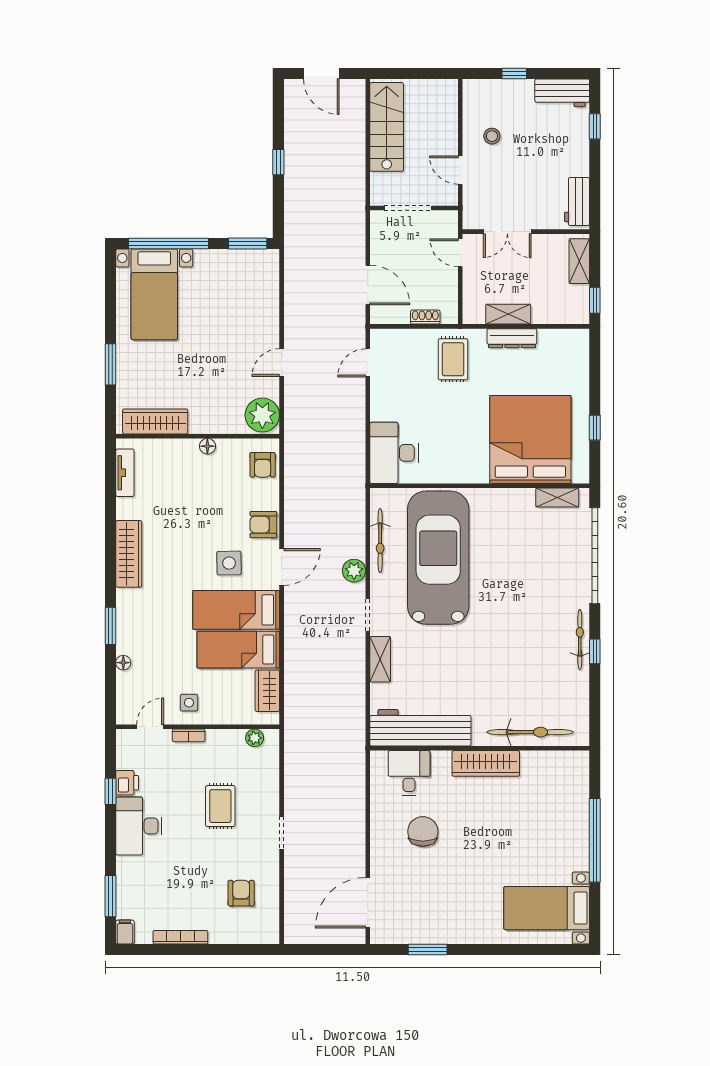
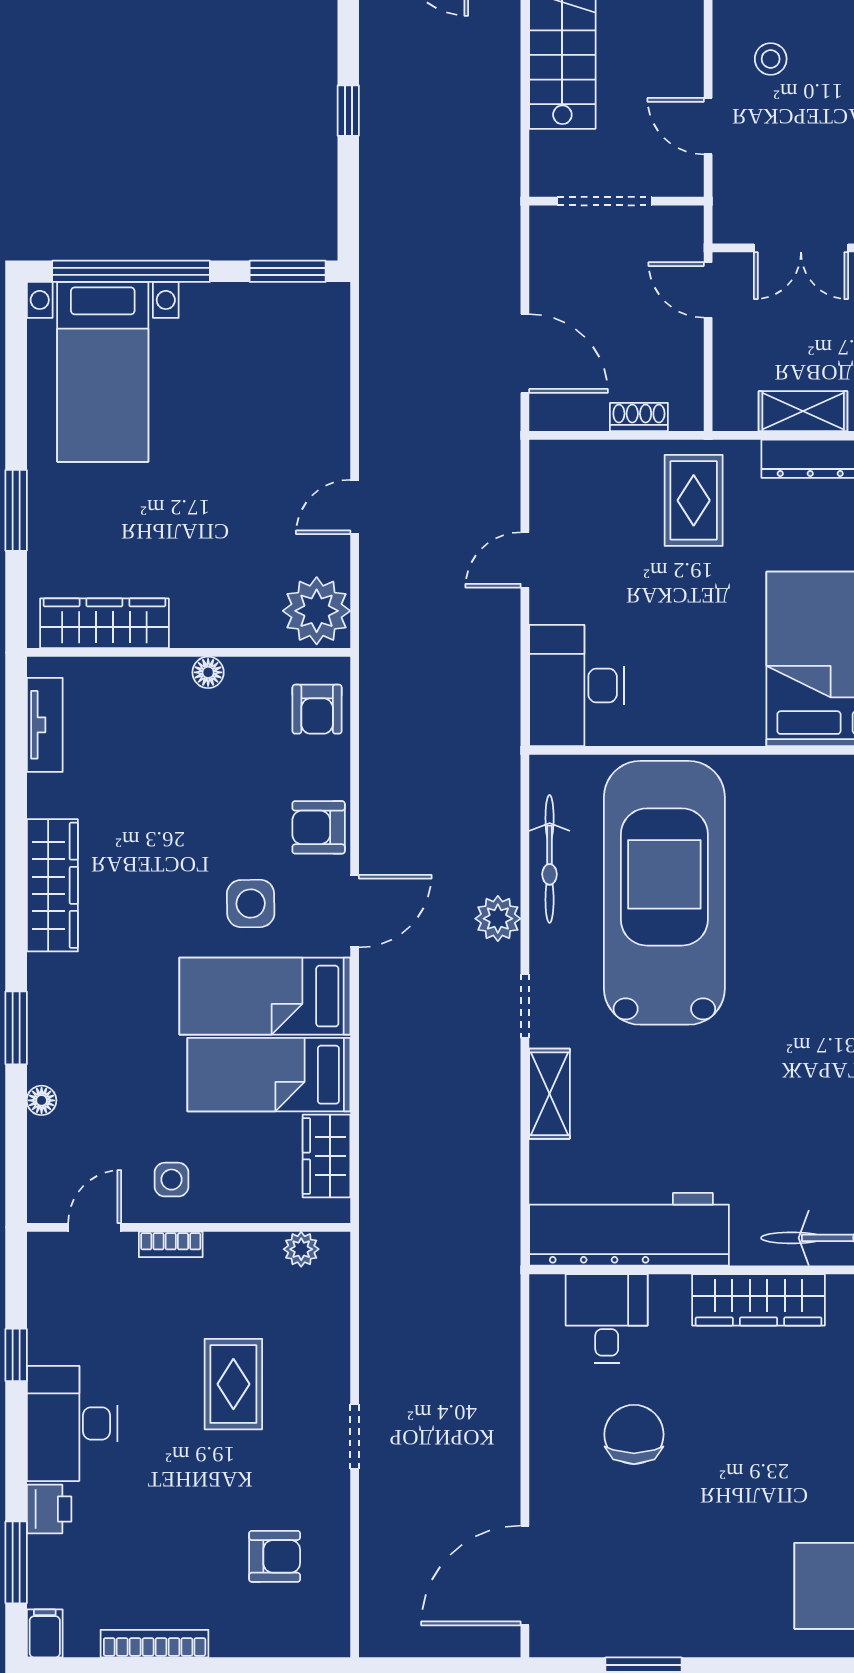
door: (368, 363) -> (525, 560), moved
printer: (127, 783) -> (49, 1509), moved
armchair: (241, 893) -> (275, 1556), turned 90

